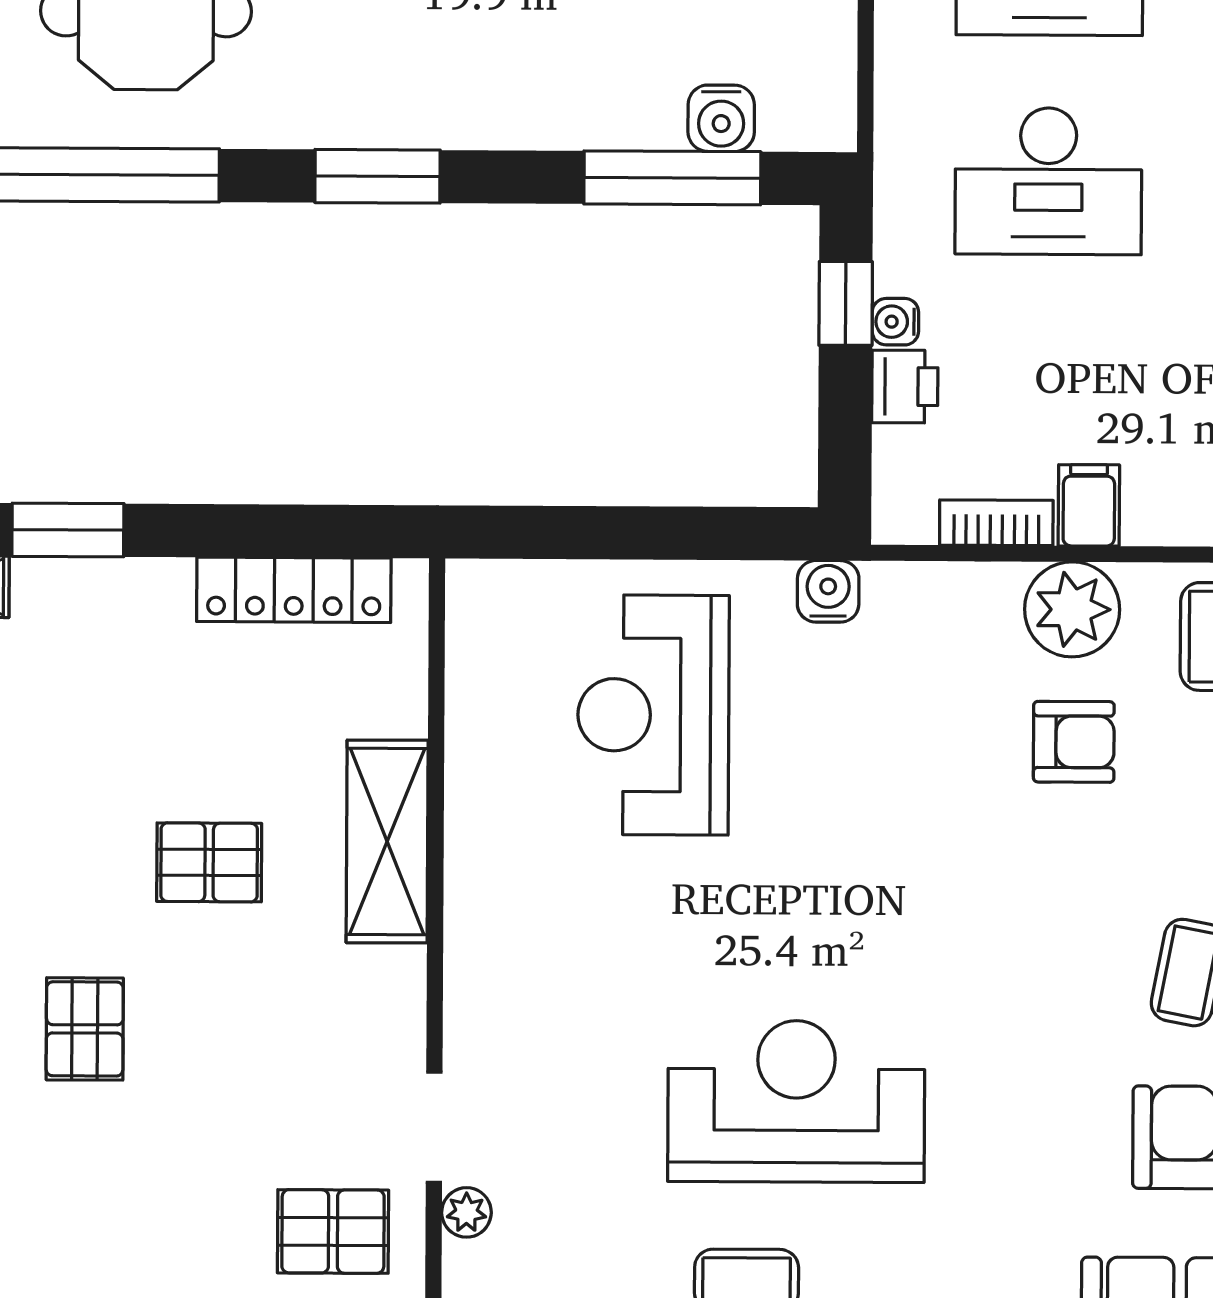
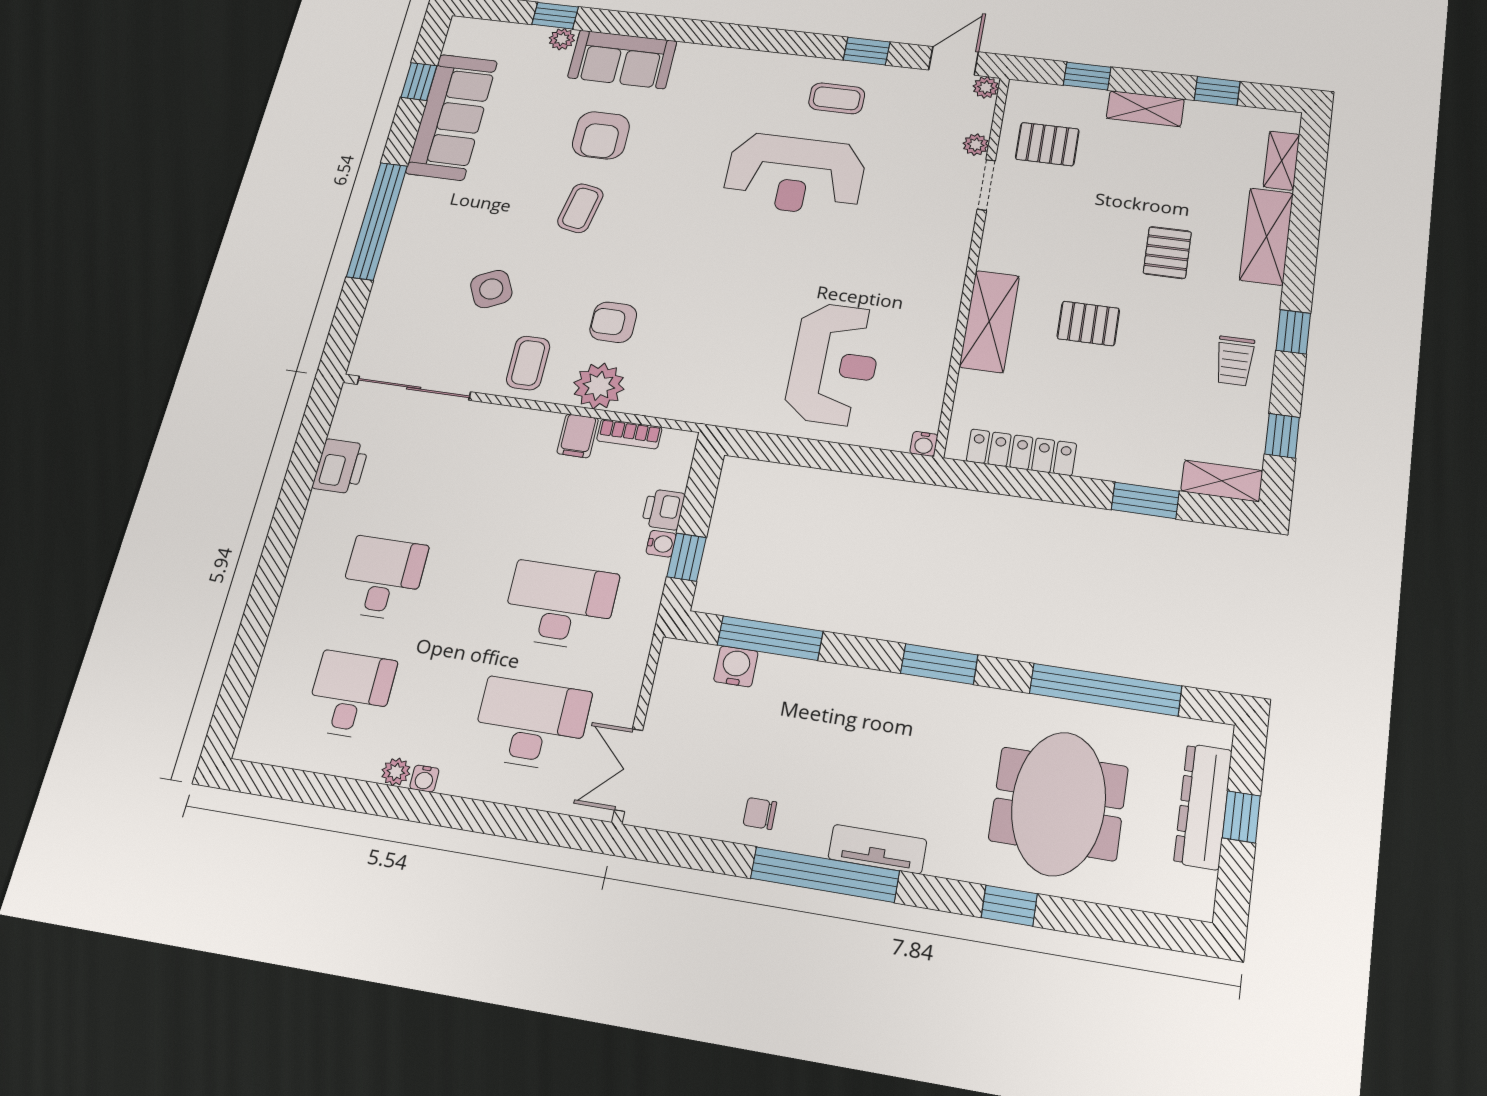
water cooler: (828, 591) -> (924, 444), moved, width x0.72, depth x0.72

